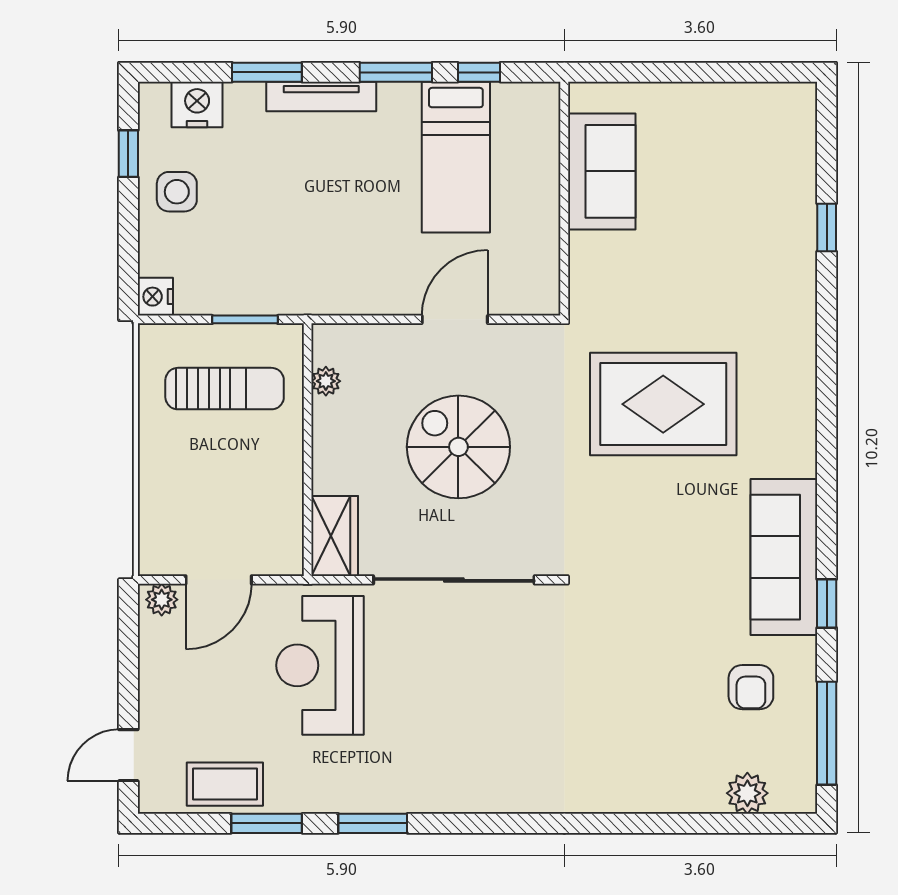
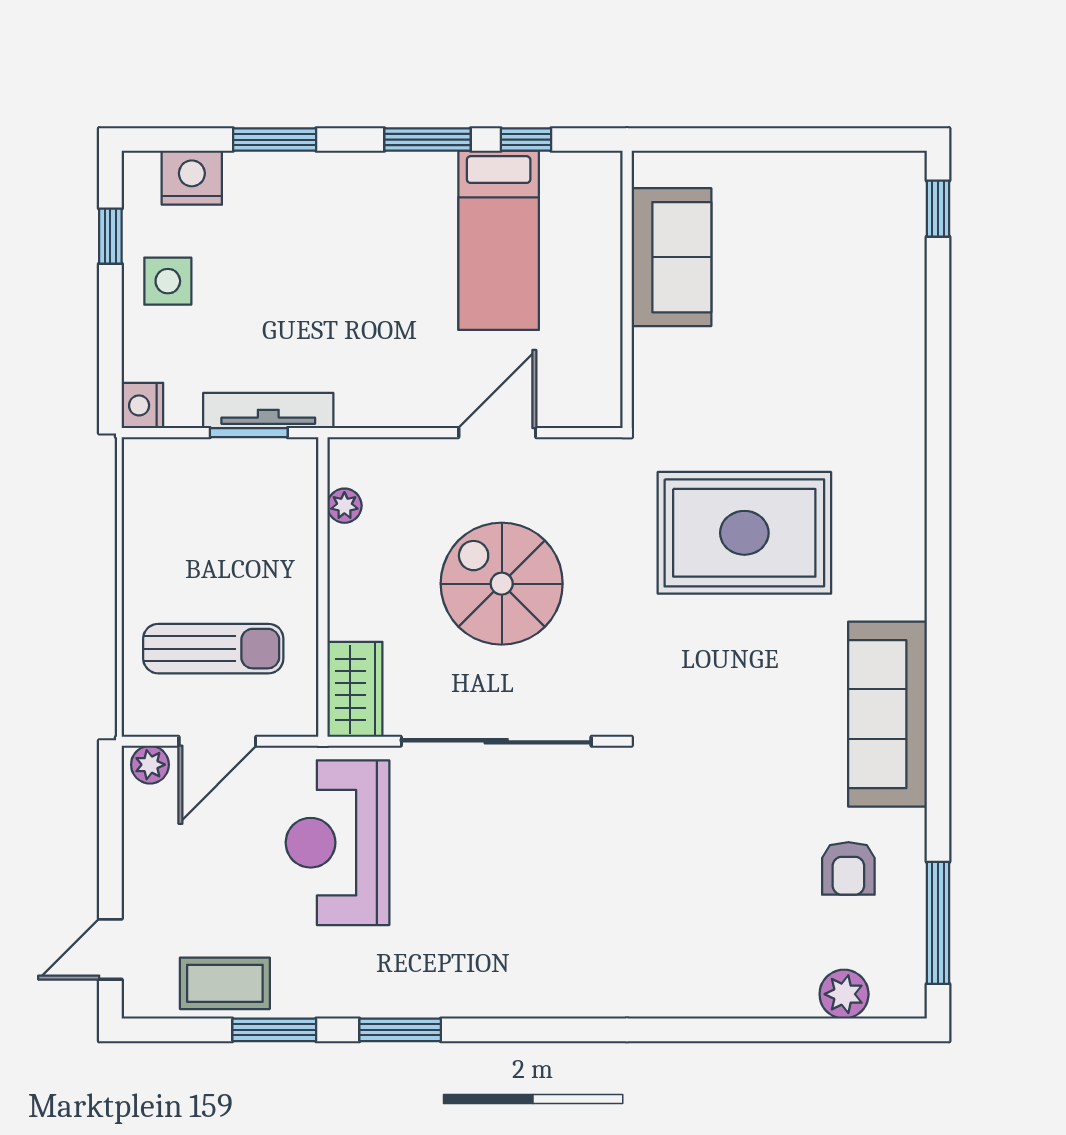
tv unit: (321, 97) -> (268, 410), moved, turned 180
window: (827, 228) -> (938, 209), moved
sun lounger: (225, 389) -> (213, 649), moved
window: (827, 604) -> (938, 769), removed

